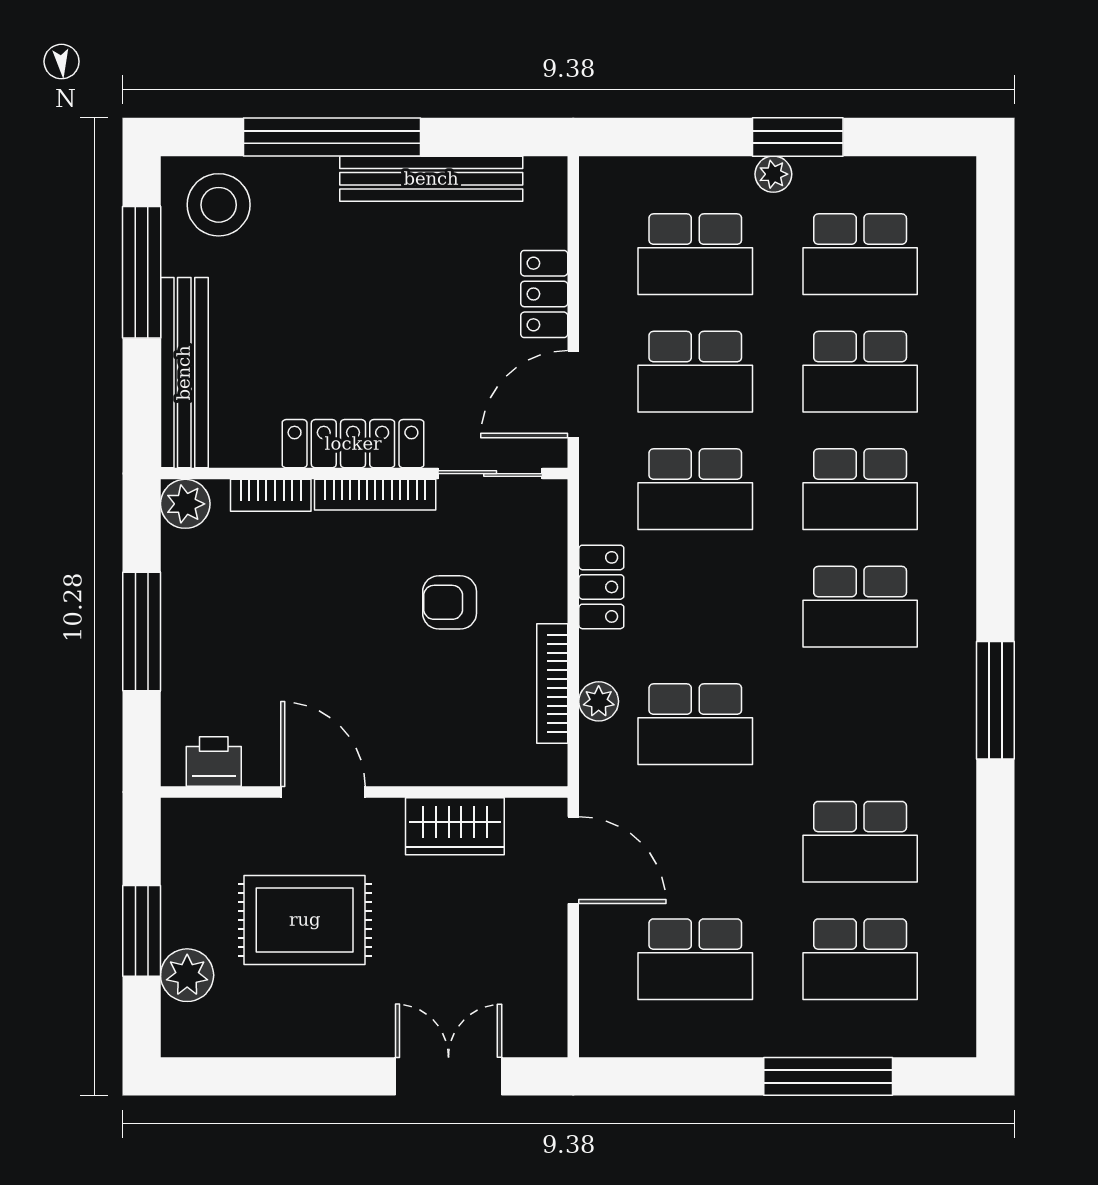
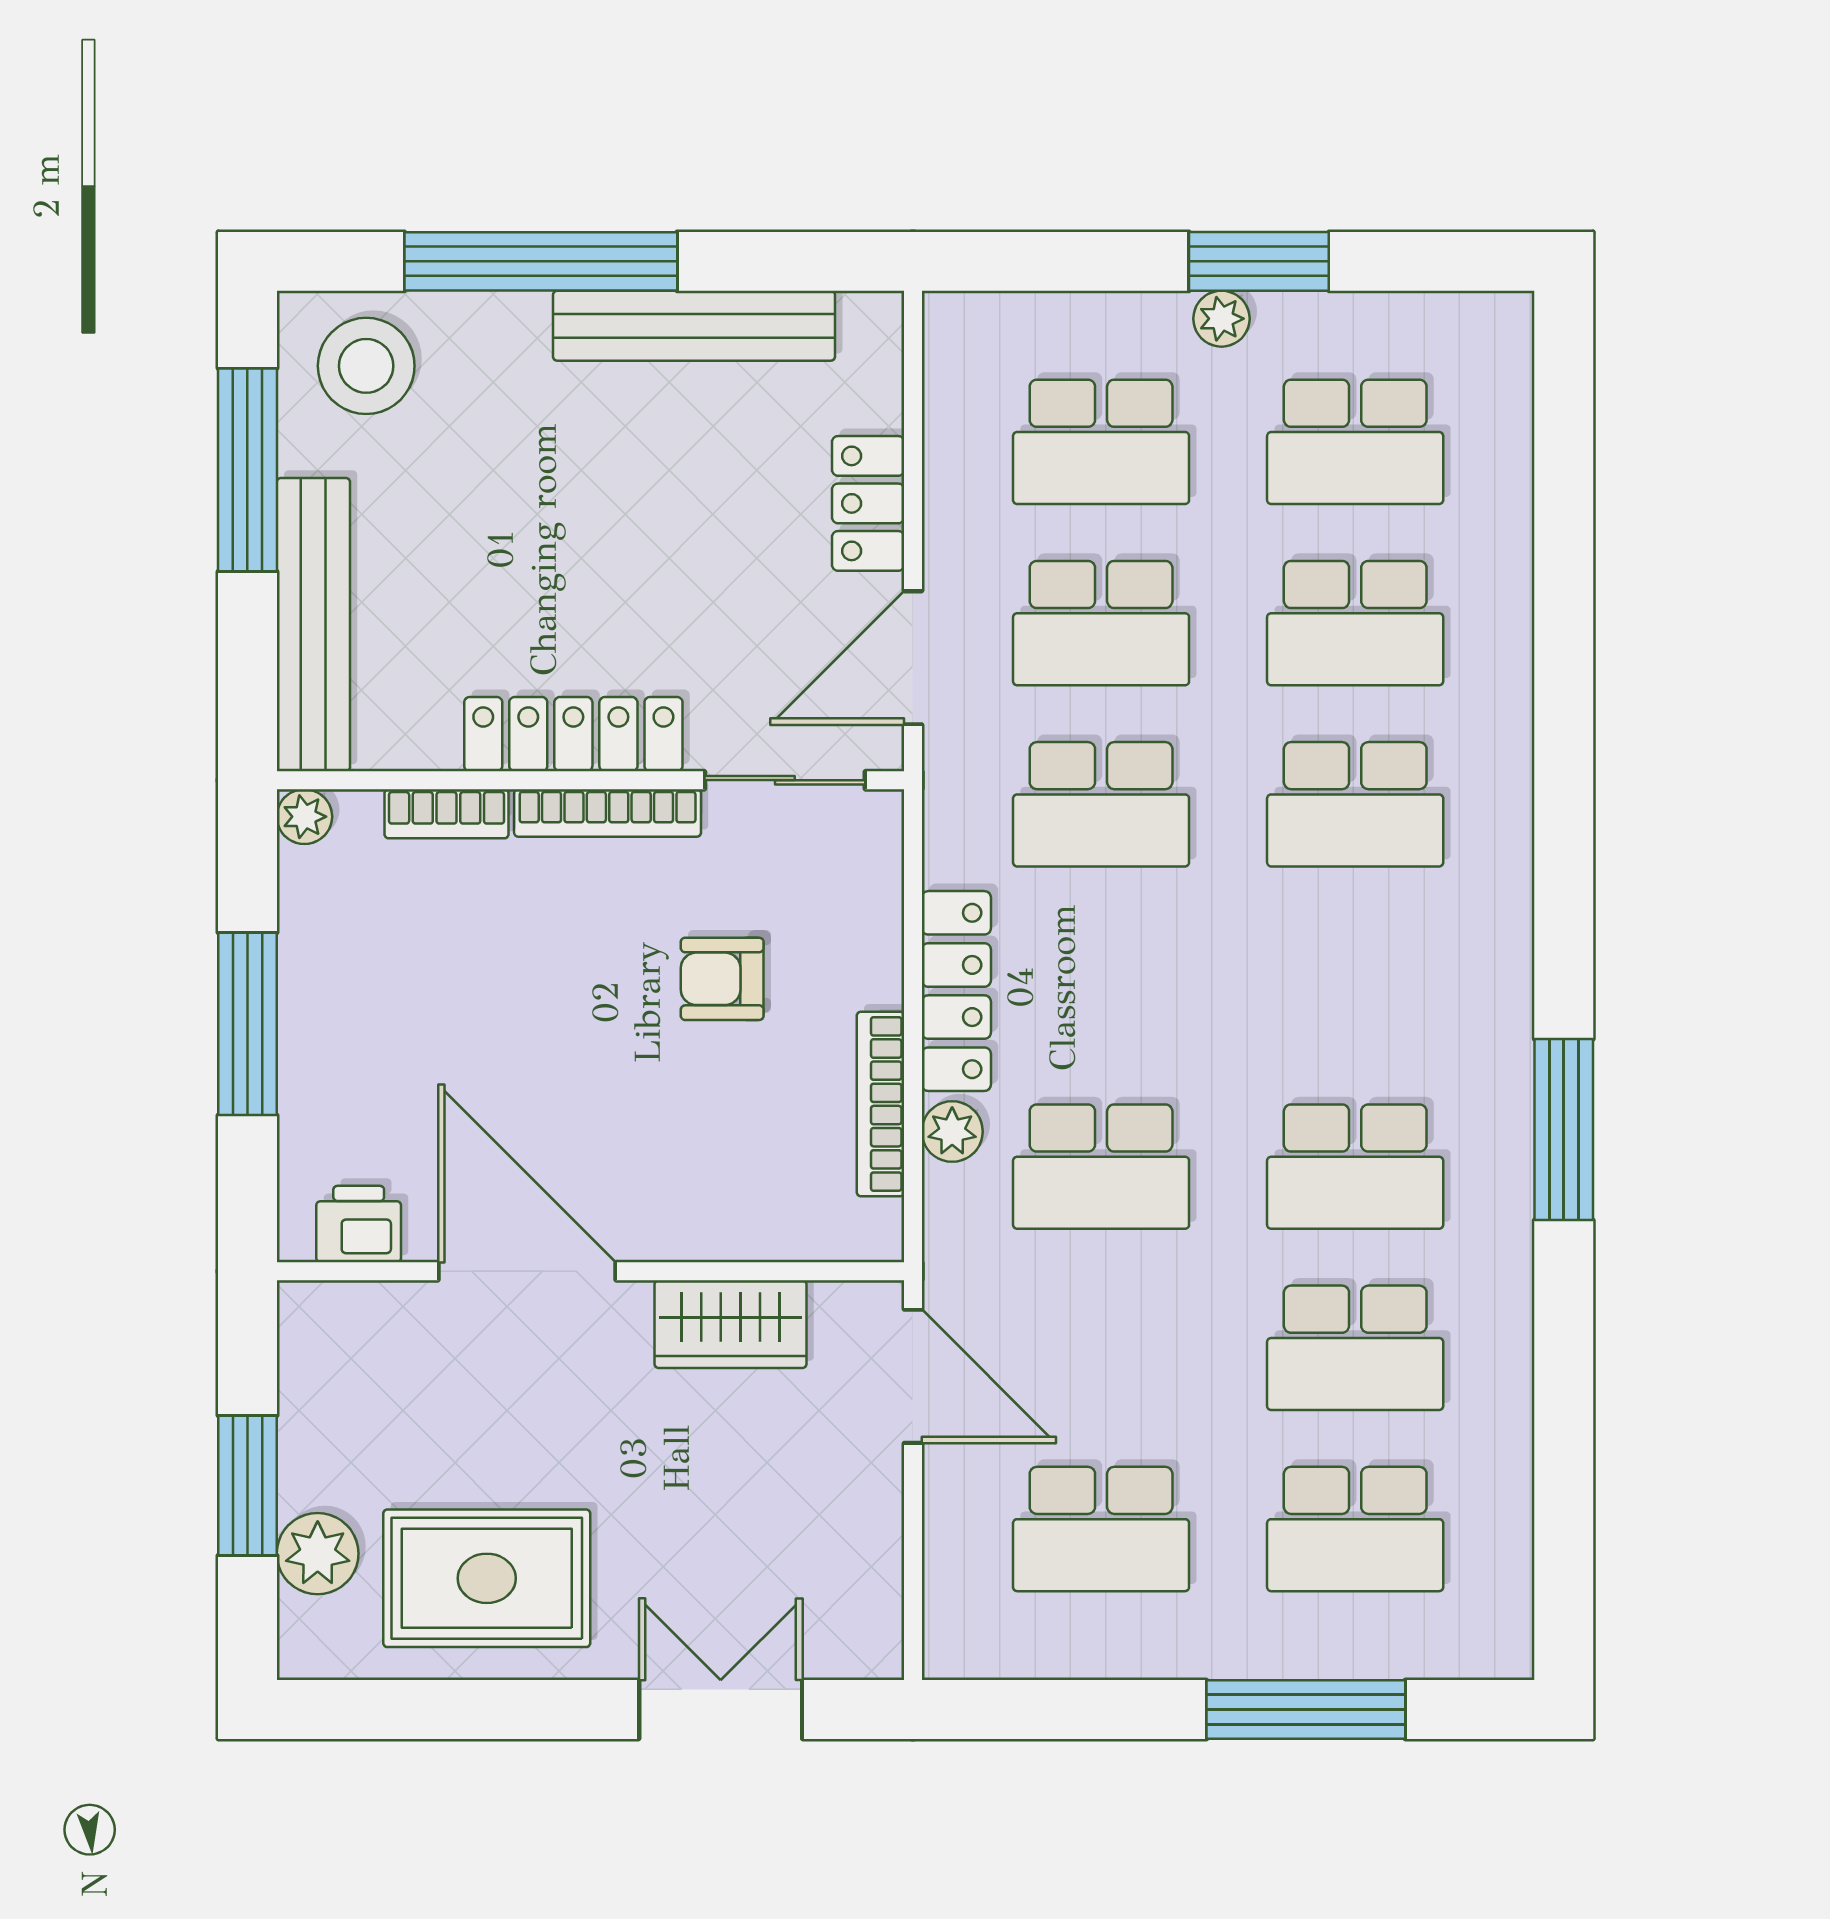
plant: (185, 504) -> (304, 817), width x0.73, depth x0.73
locker: (601, 587) -> (956, 991), width x1.53
school desk: (860, 607) -> (1355, 1167), moved
door: (323, 792) -> (527, 1271), width x1.36
rug: (305, 920) -> (487, 1578), moved

